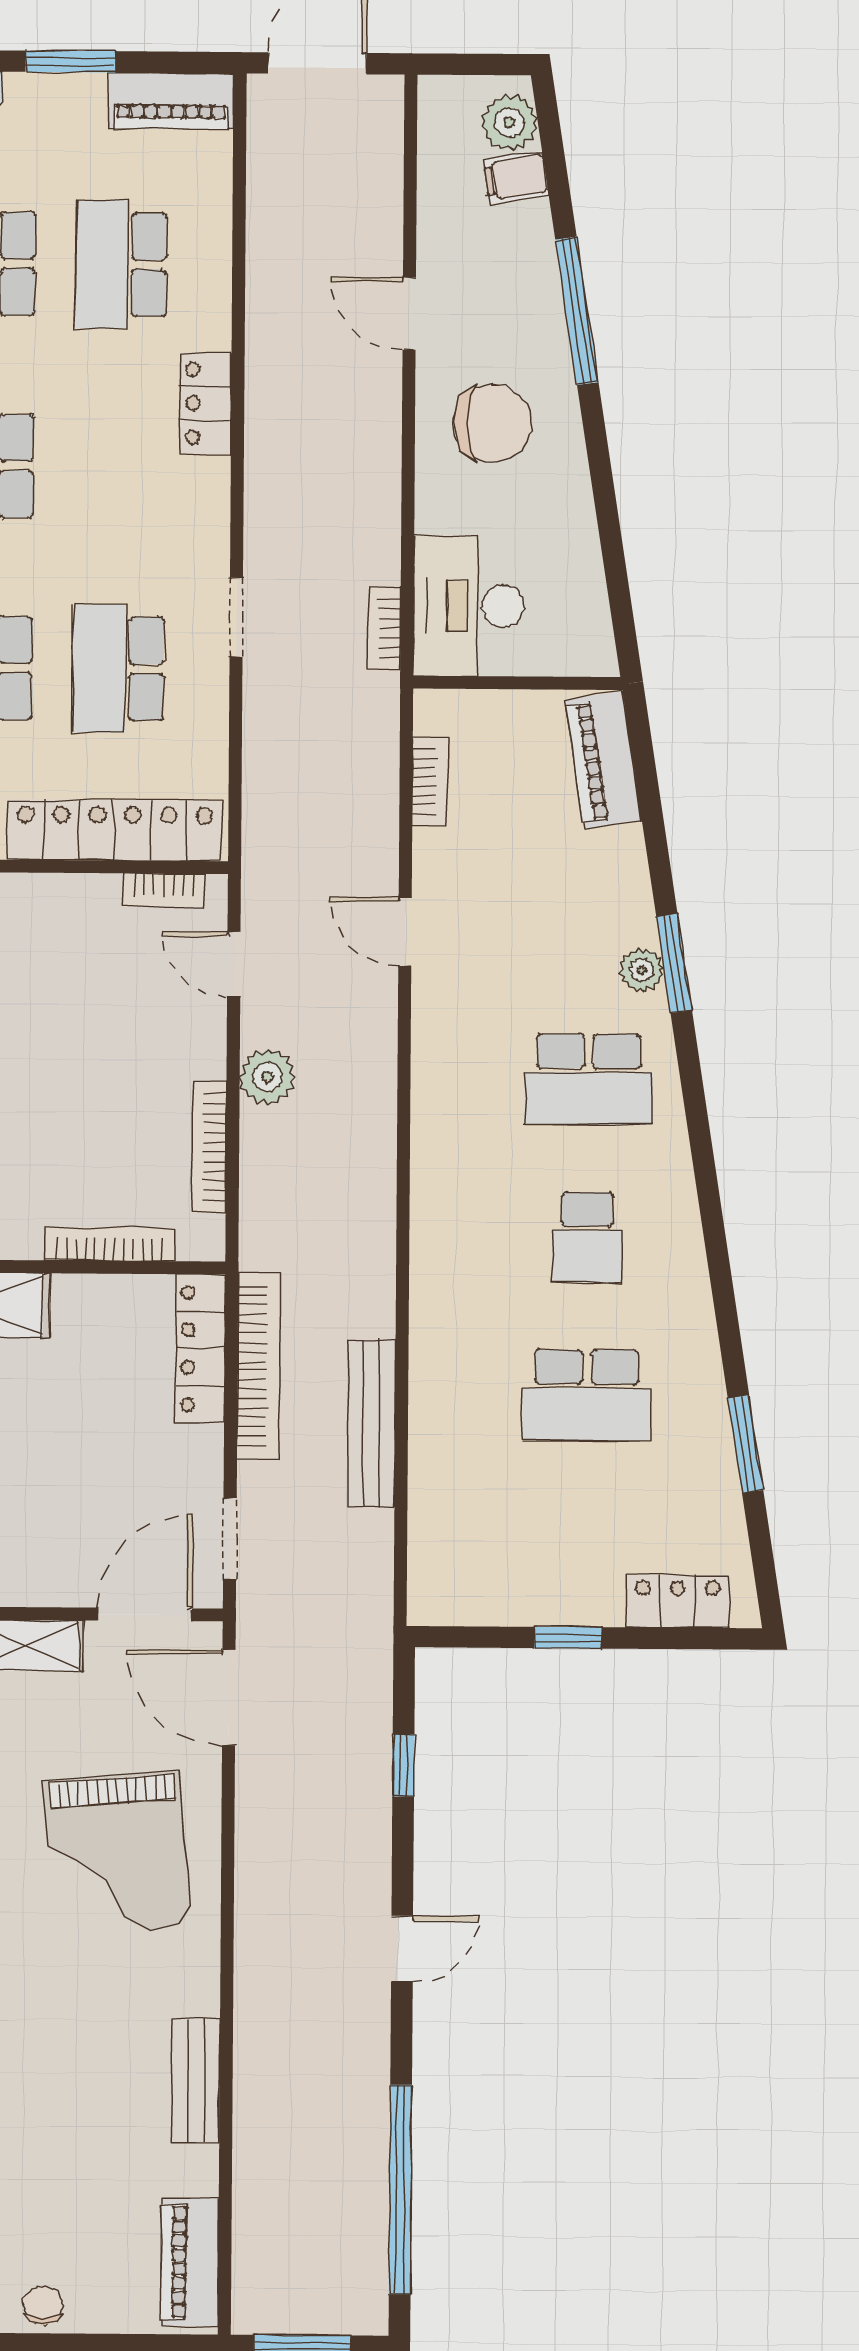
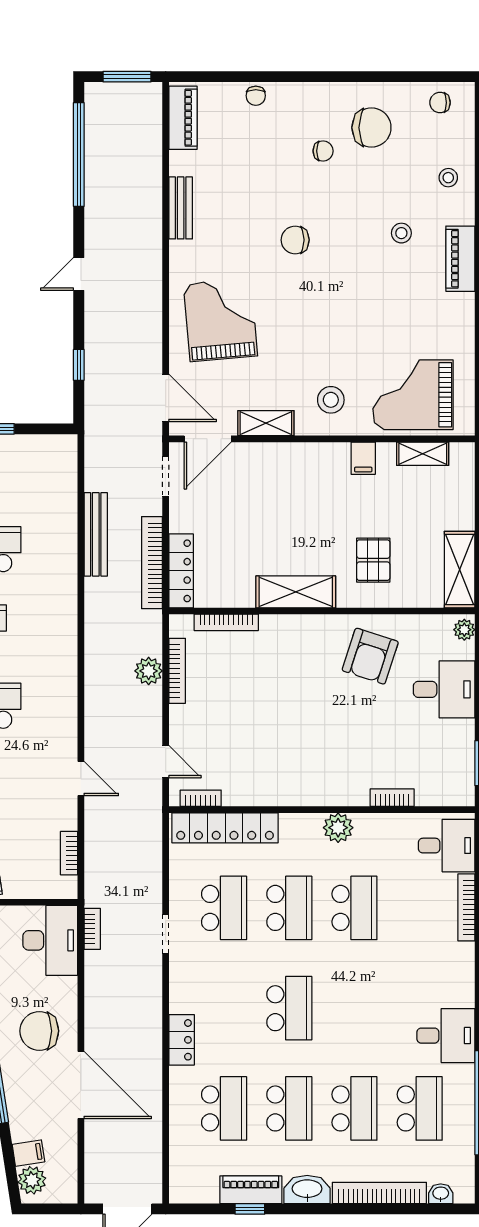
window: (70, 62) -> (250, 1209), width x0.67
piano: (171, 101) -> (251, 1190), moved
door: (409, 314) -> (81, 1085), width x1.88
plant: (267, 1077) -> (149, 671), moved

